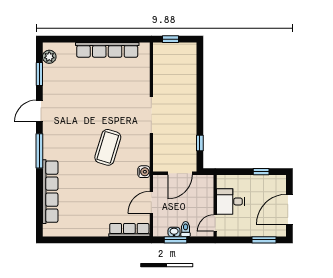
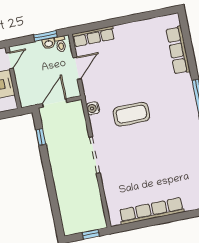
coffee table: (108, 147) -> (131, 114), turned 73
water cooler: (144, 172) -> (93, 108), moved
row of seats: (50, 192) -> (178, 50), width x0.73
toilet: (186, 229) -> (61, 44), moved

